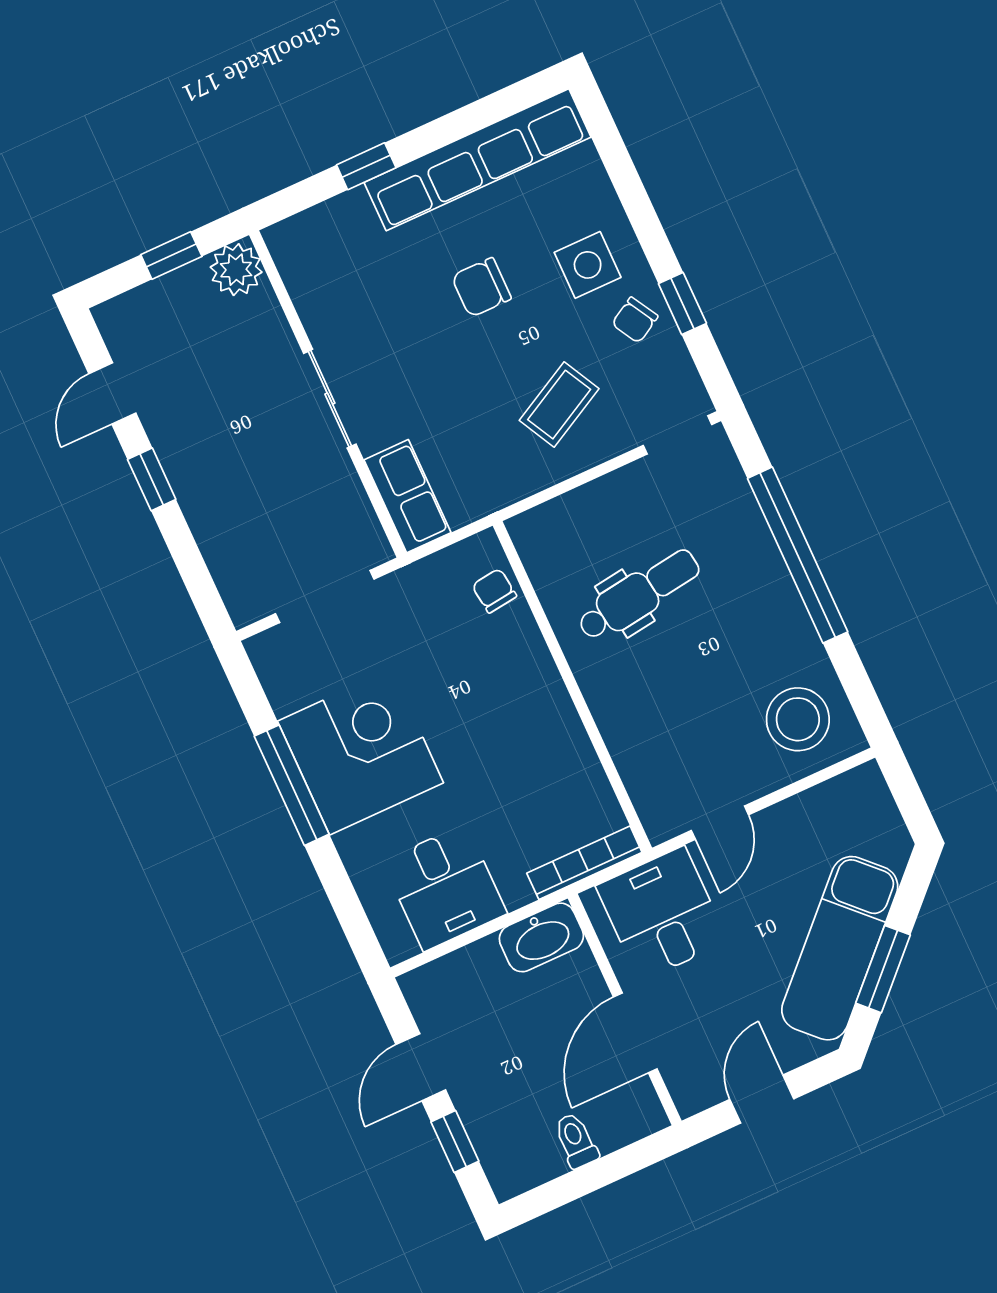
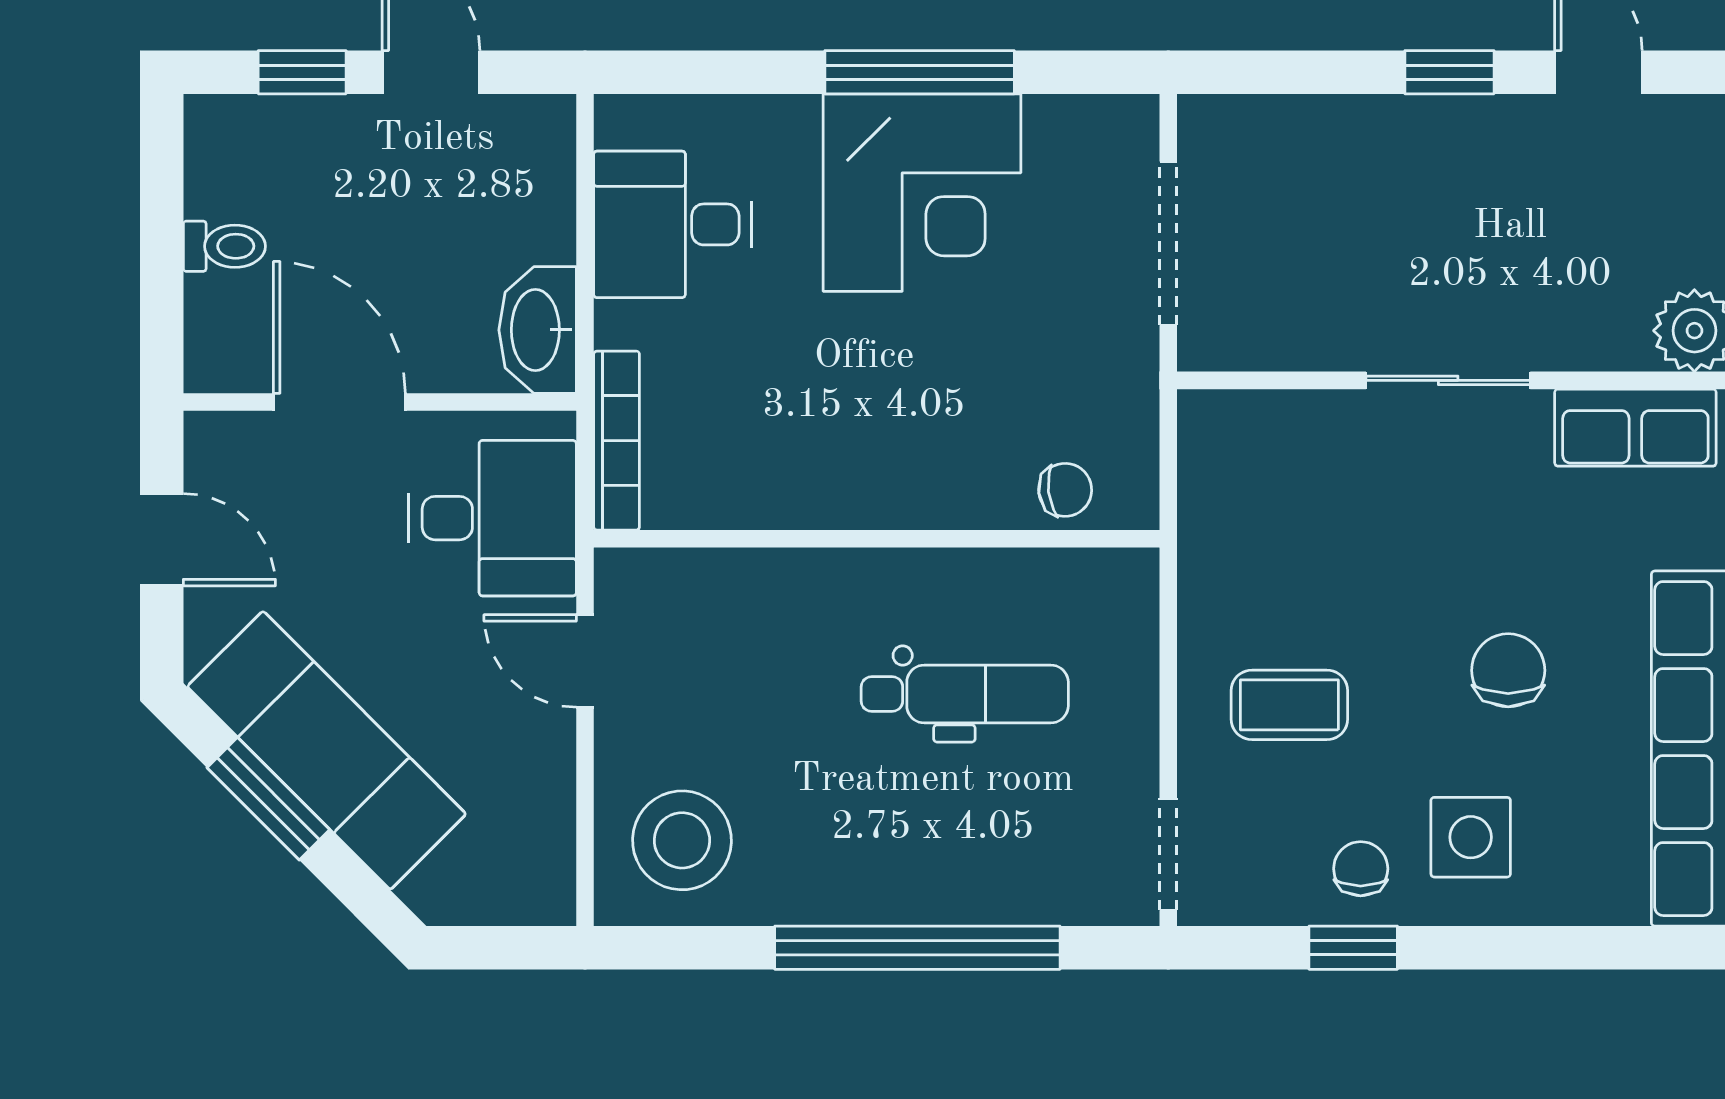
chair: (635, 320) -> (1361, 869), turned 30
coffee table: (559, 405) -> (1289, 705), turned -62
row of seats: (408, 496) -> (1635, 428), moved
dental chair: (639, 595) -> (965, 694), turned -82

